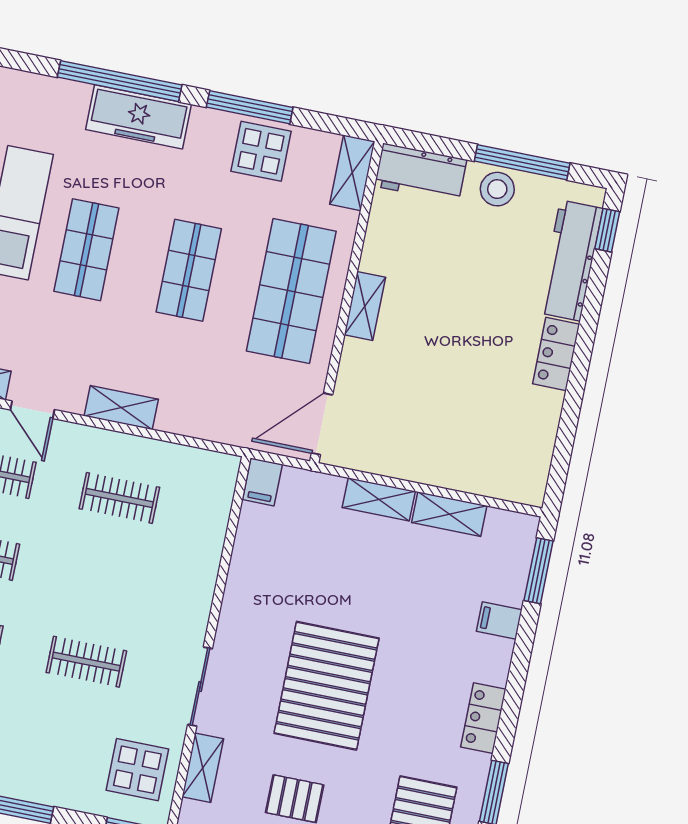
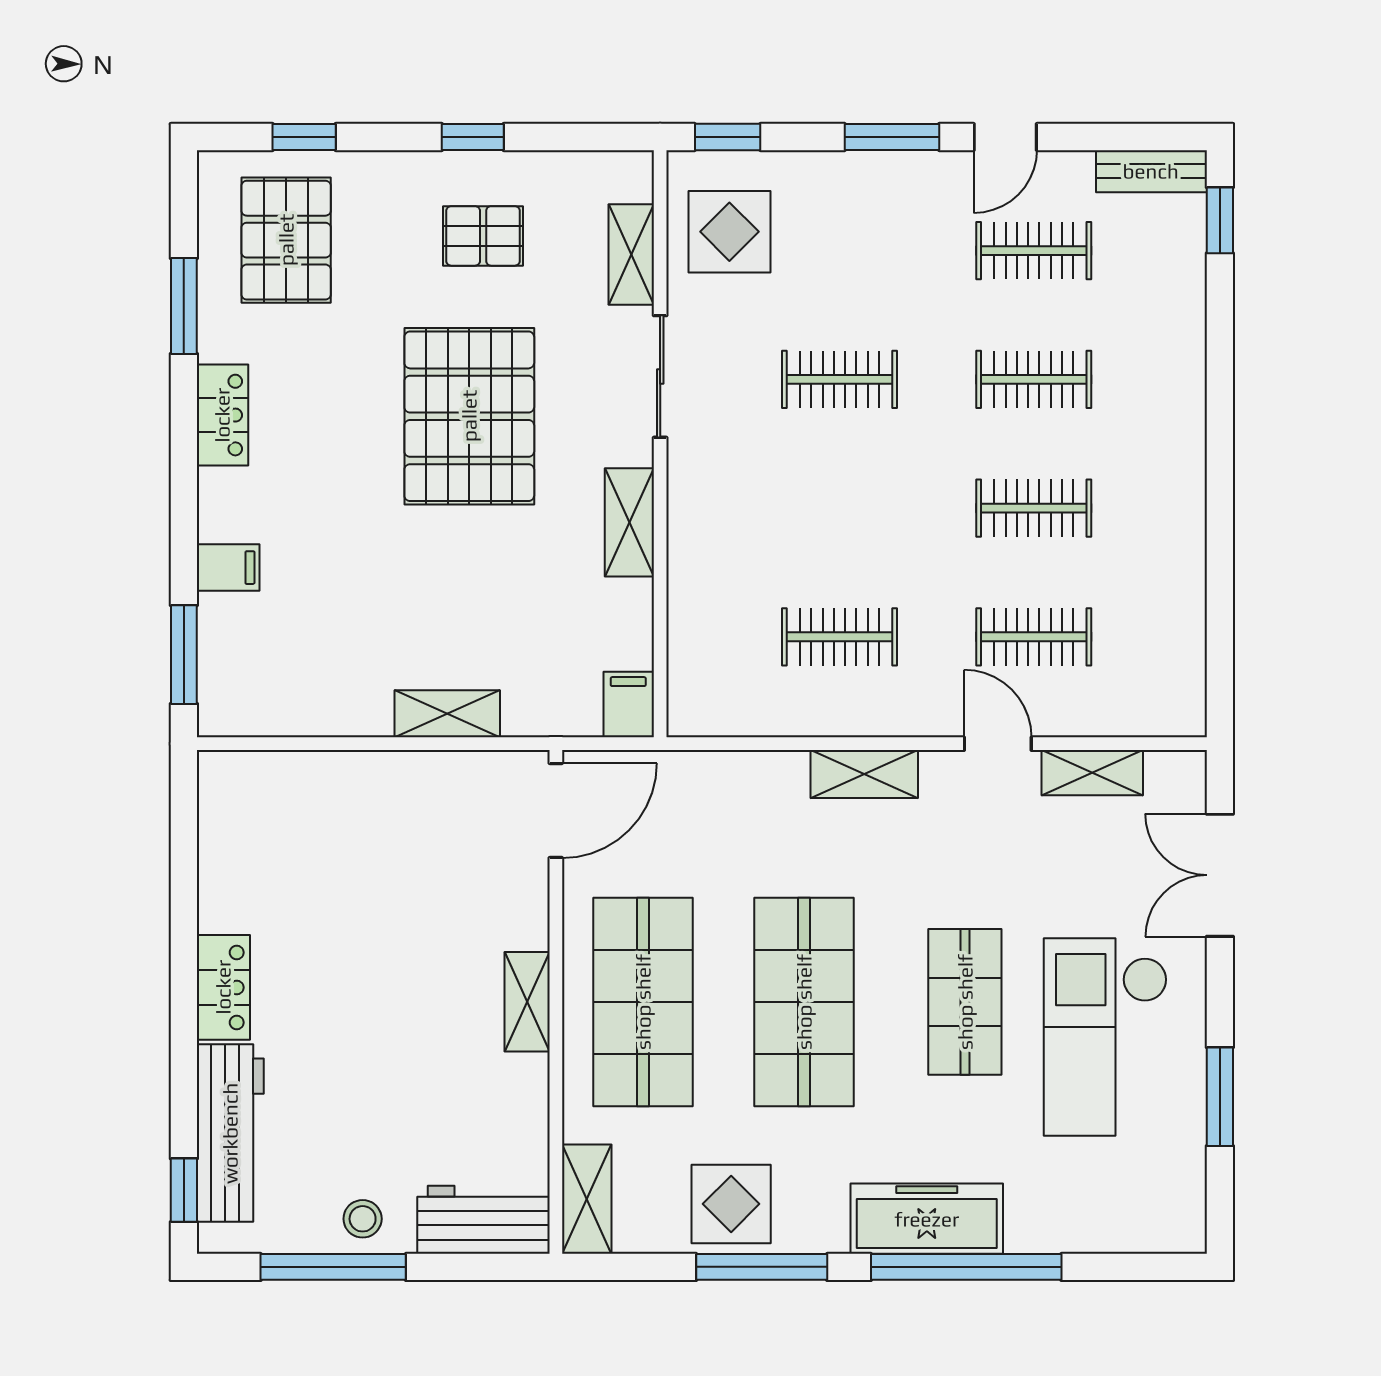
stool: (497, 189) -> (363, 1219), width x0.73, depth x0.73
shop shelf: (189, 270) -> (804, 1002), width x1.43, depth x1.36
shelving: (449, 514) -> (629, 522), moved, turned 90

